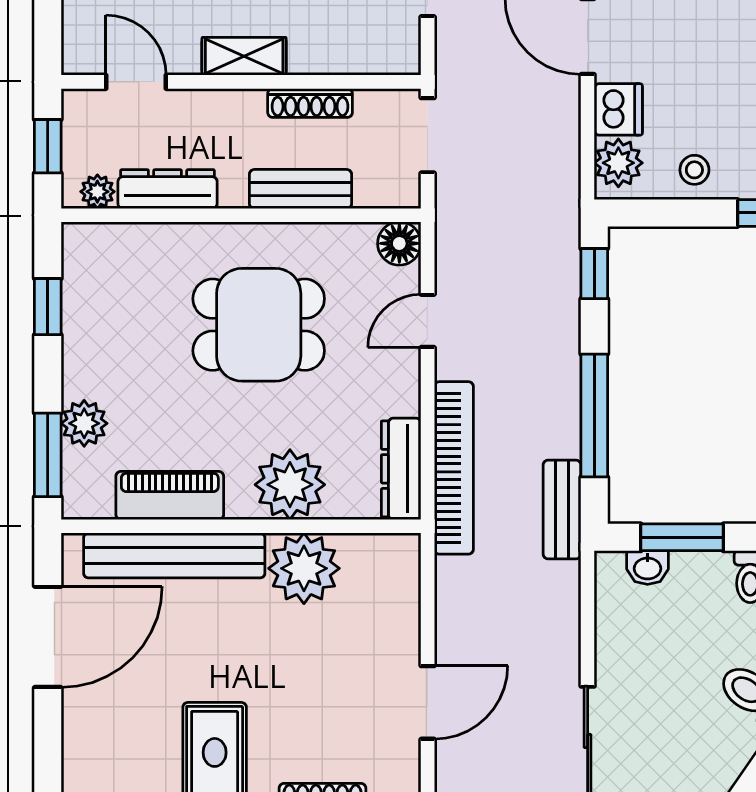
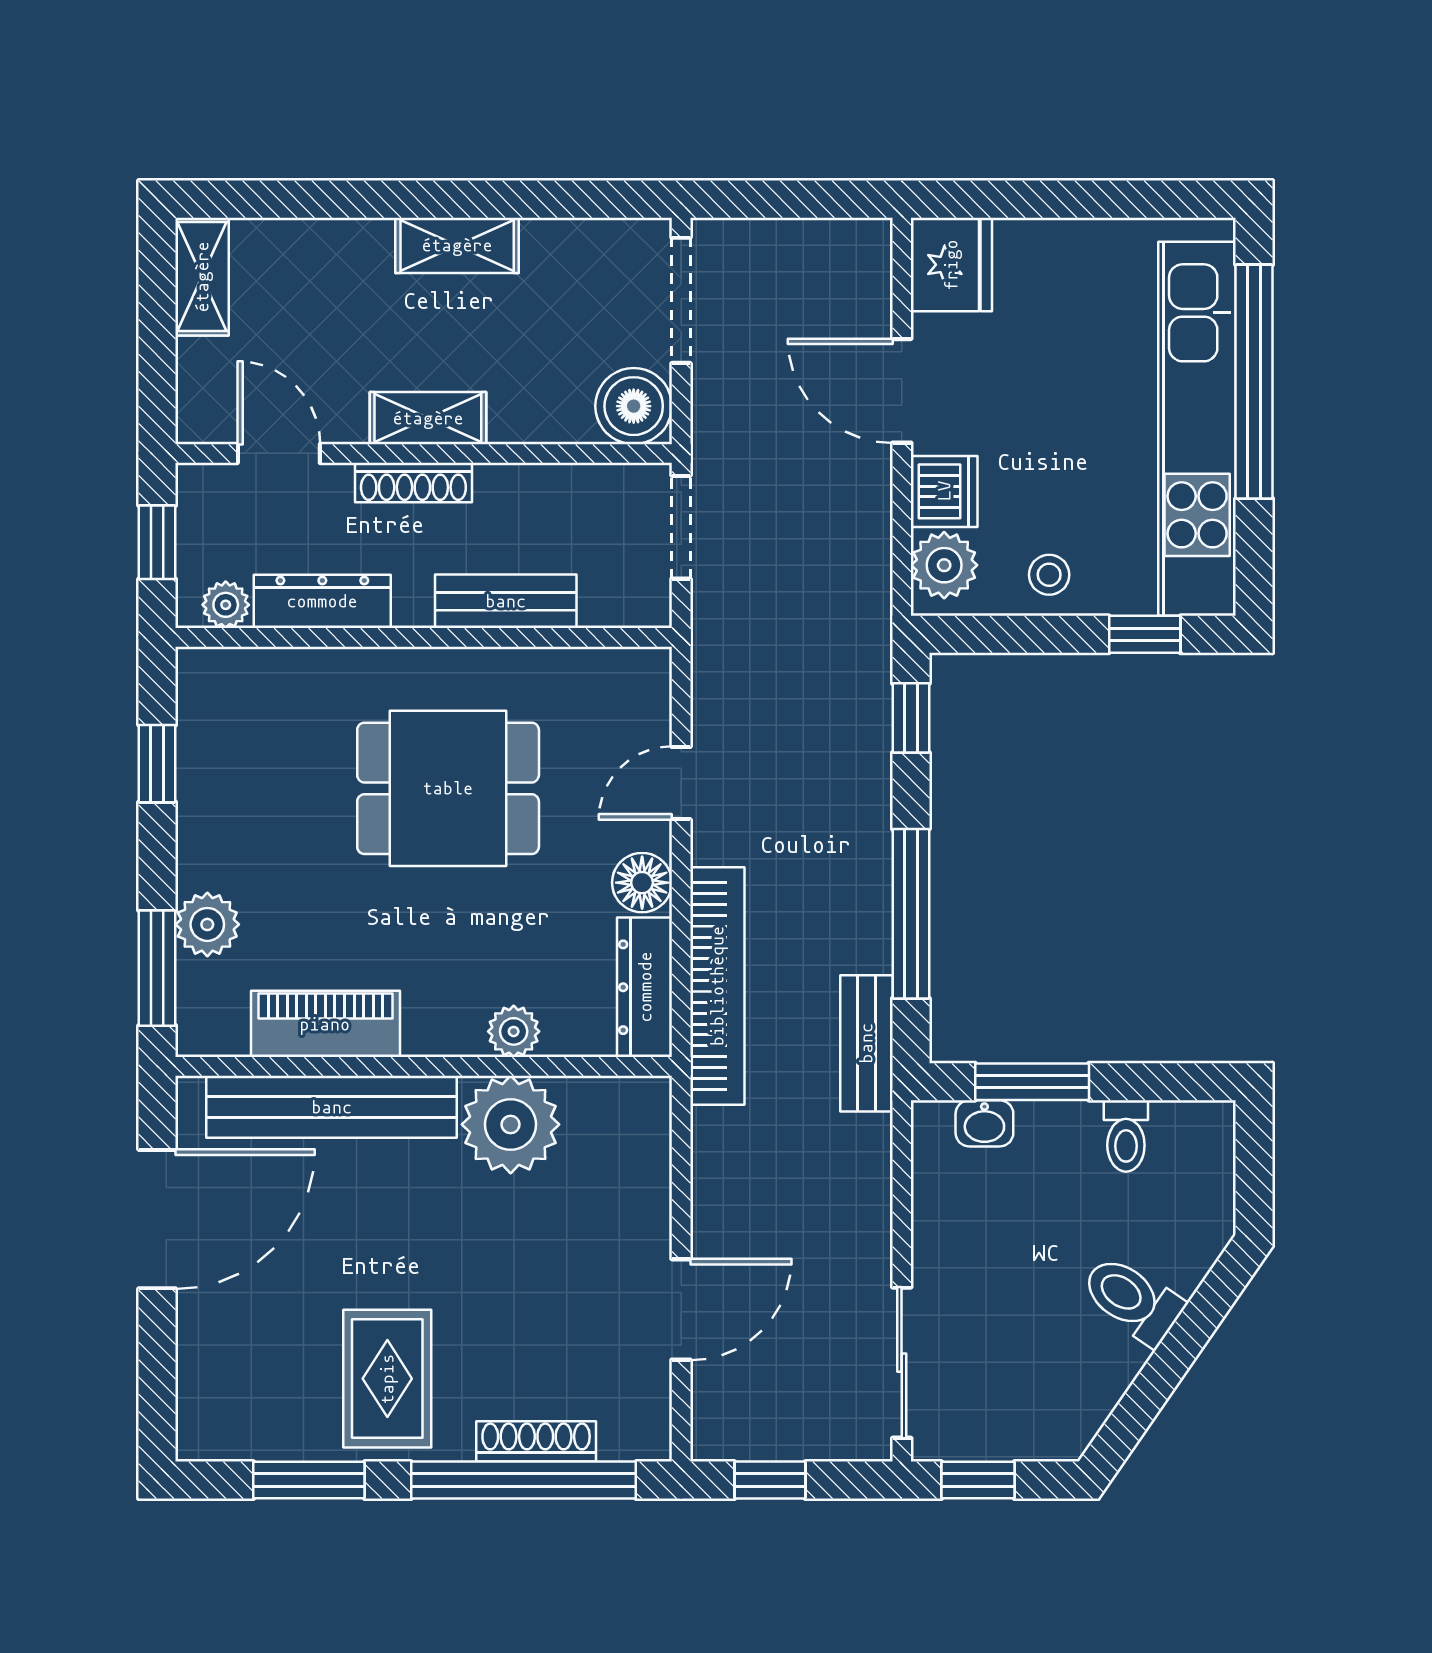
boiler: (393, 48) -> (634, 406), added
shoe rack: (310, 103) -> (413, 483), moved
floor lamp: (399, 243) -> (642, 883), moved
plant: (290, 485) -> (514, 1031), width x0.53, depth x0.53

